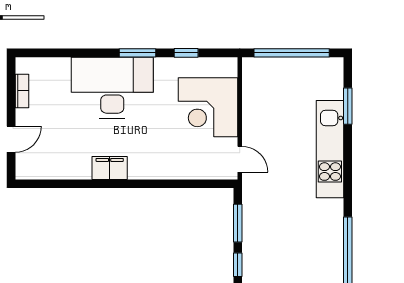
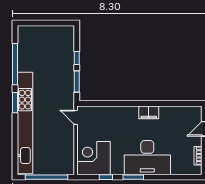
window: (348, 106) -> (15, 103), moved
corner desk: (208, 107) -> (94, 158), moved, turned -90
kitchen unit: (330, 149) -> (25, 123), width x1.86

